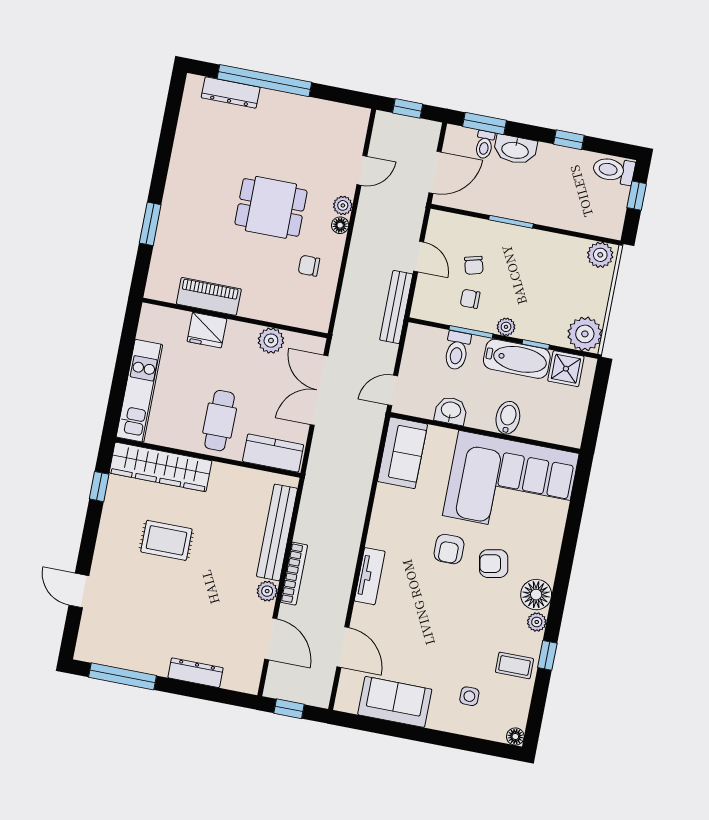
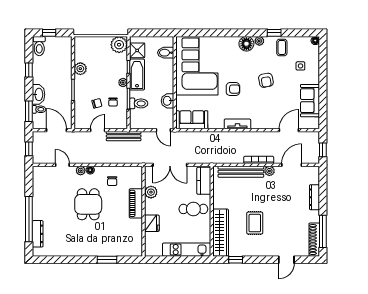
plant: (600, 255) -> (80, 69), moved
piano: (209, 296) -> (136, 203), moved
bidet: (508, 418) -> (166, 53), moved
armchair: (494, 564) -> (266, 80), moved
tv unit: (370, 576) -> (237, 124), moved
shoe rack: (109, 655) -> (314, 240), added

